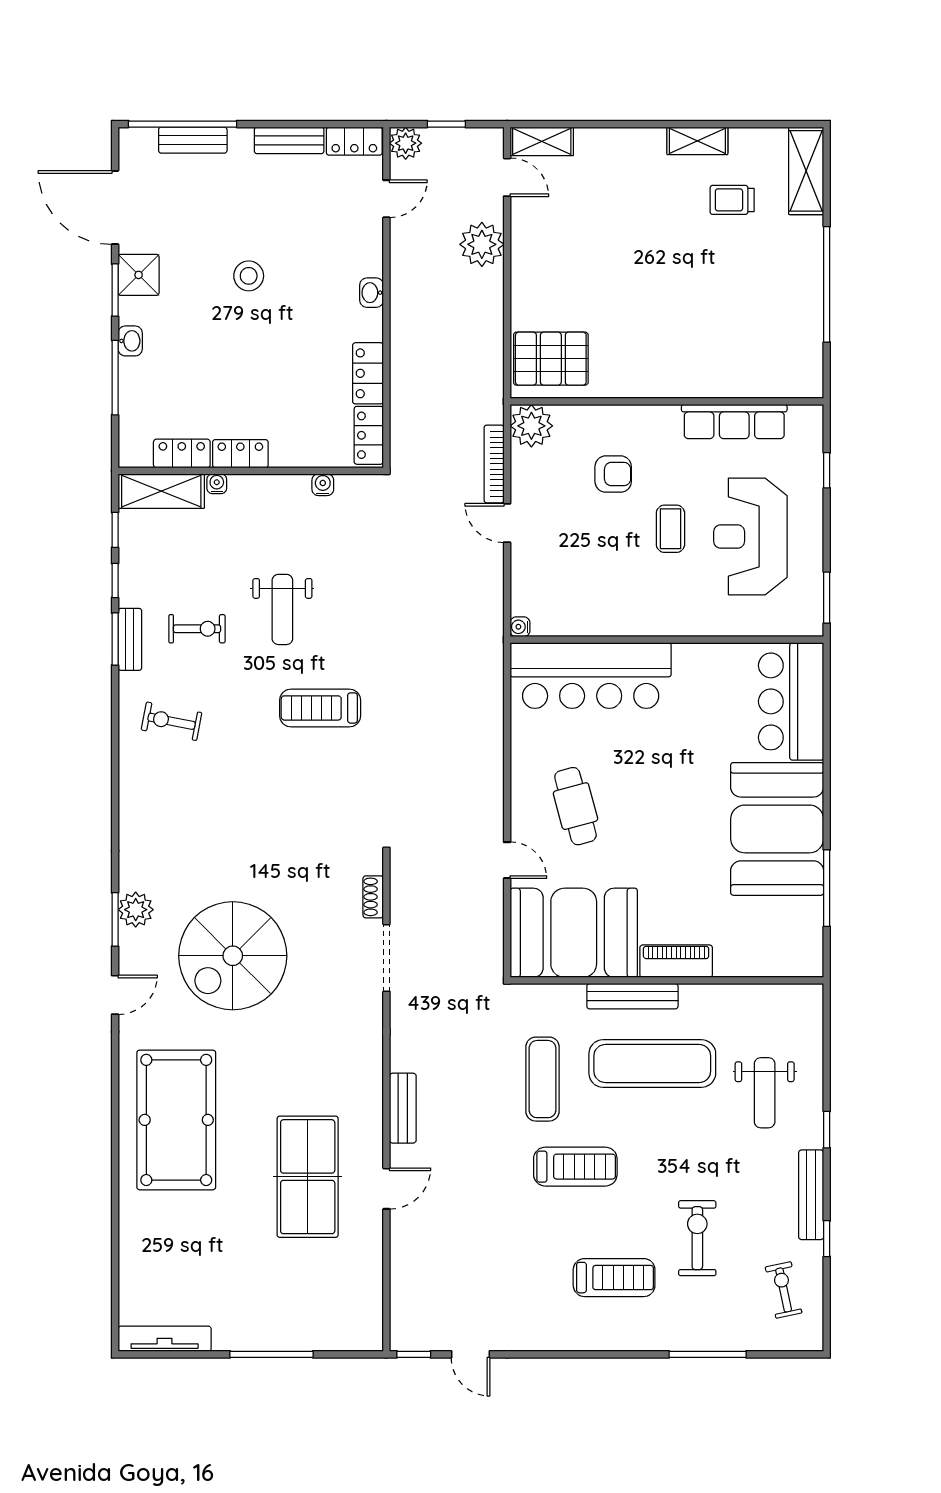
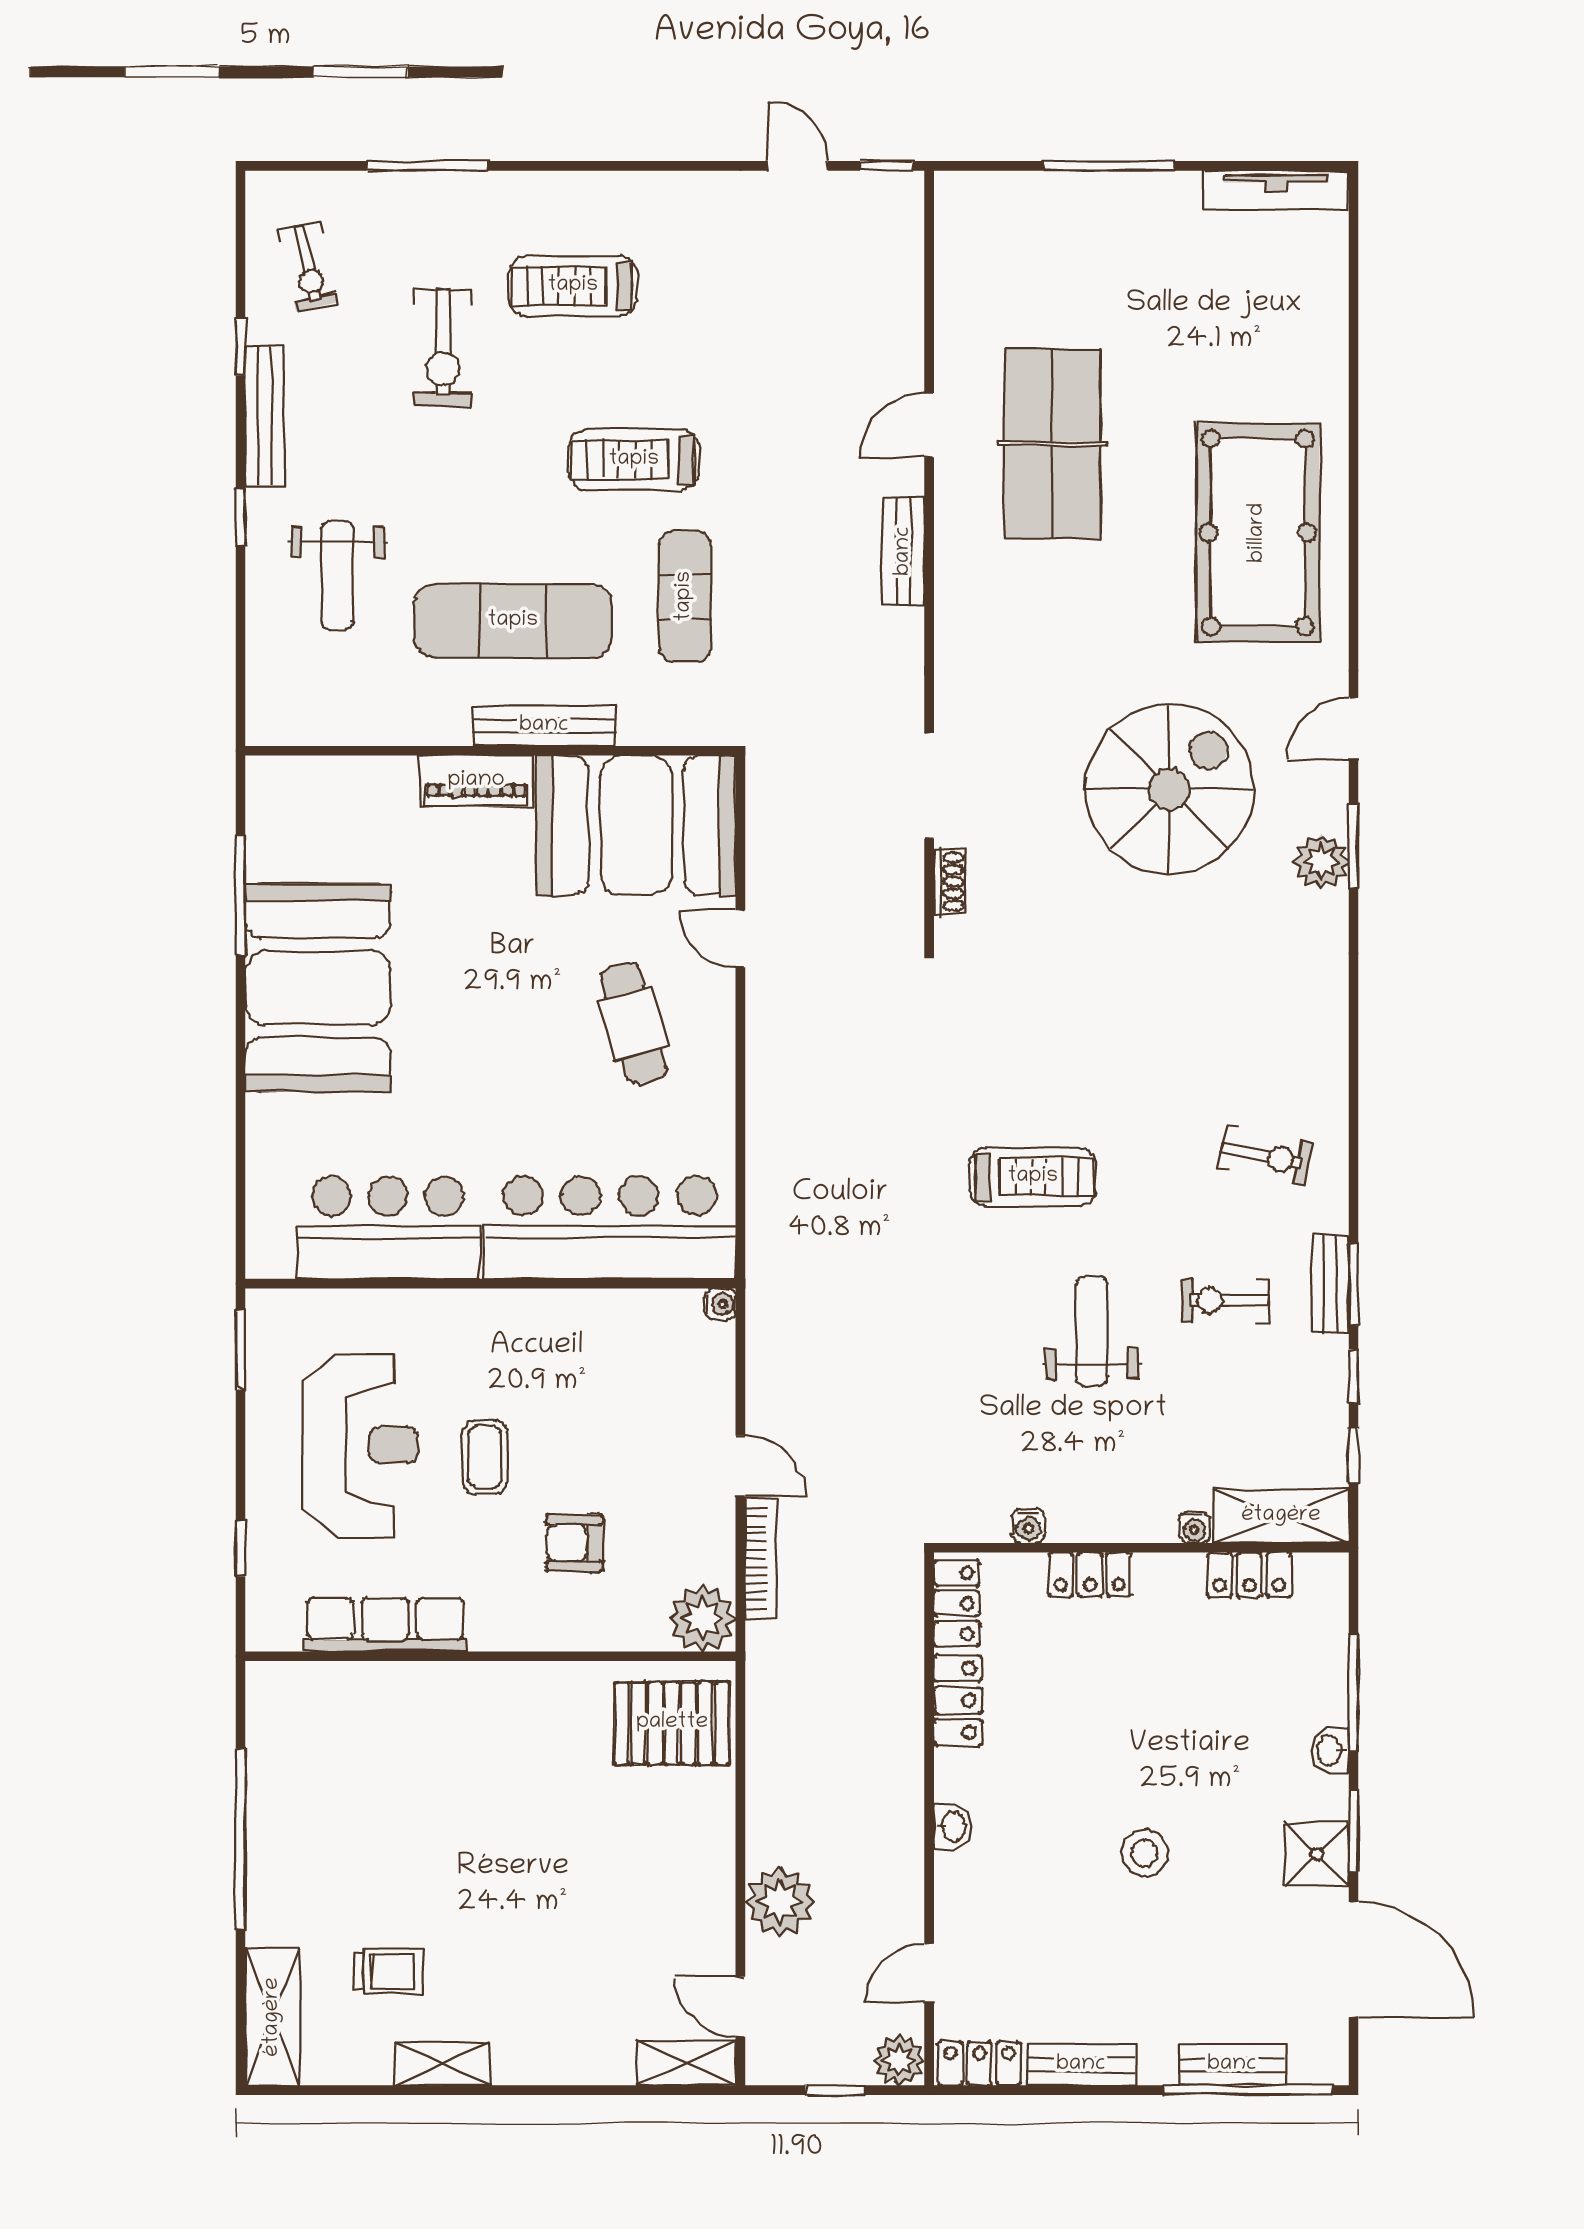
locker: (240, 454) -> (1090, 1574), moved
bar counter: (791, 701) -> (388, 1228), moved, turned -90
weight bench: (765, 1093) -> (338, 575), turned 180

